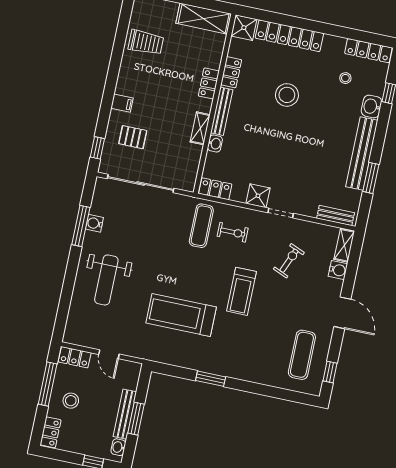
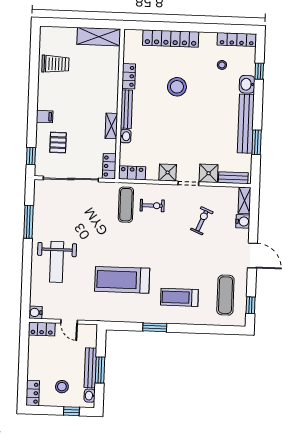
shower: (244, 28) -> (209, 173), moved
locker: (209, 83) -> (109, 166), moved
pallet: (133, 137) -> (58, 143), turned 90
water cooler: (94, 223) -> (36, 313), moved
treadmill: (241, 291) -> (179, 297), moved, turned 90
window: (48, 384) -> (24, 354), removed
stool: (71, 401) -> (62, 387), moved

